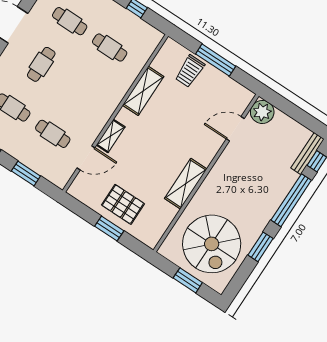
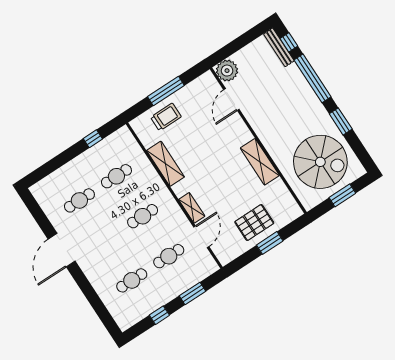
cafe table: (41, 64) -> (143, 216), moved, turned 90
trolley: (190, 71) -> (166, 117), turned -90

